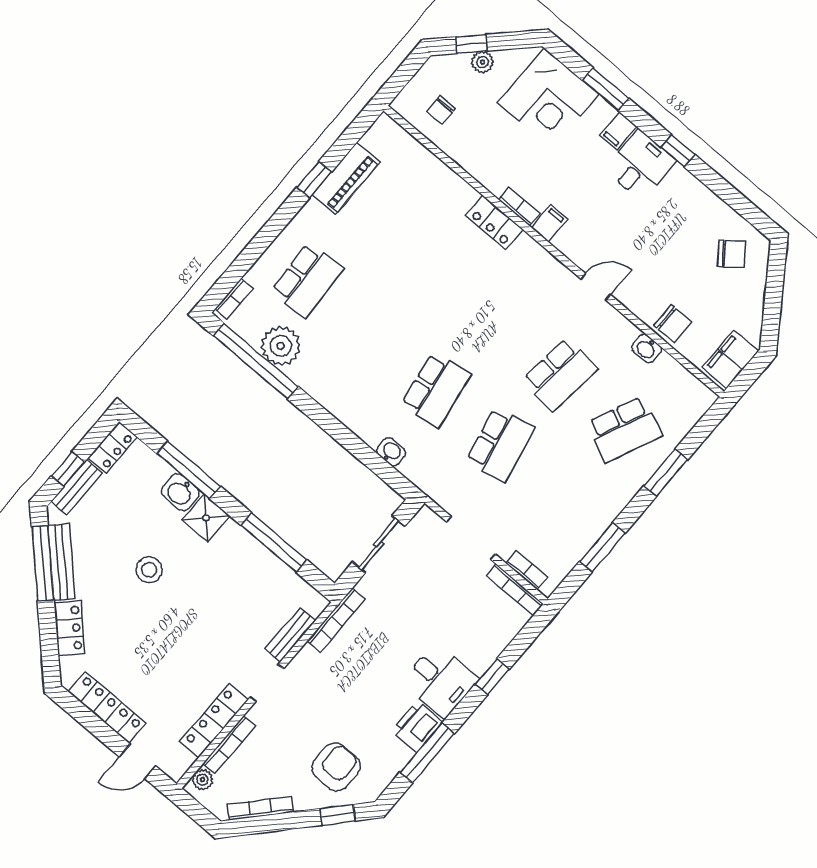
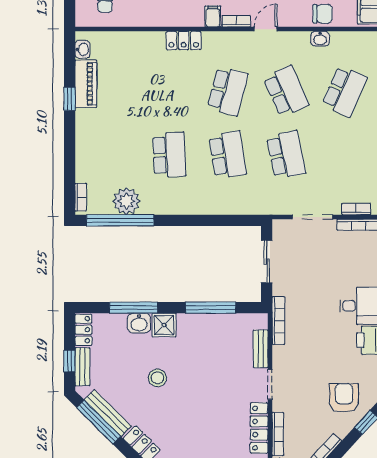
bookcase: (519, 207) -> (236, 21), moved
school desk: (307, 280) -> (169, 155), moved
school desk: (495, 320) -> (228, 91), added
school desk: (560, 375) -> (286, 91), turned -30
washbasin: (391, 452) -> (82, 49), moved, turned 90

